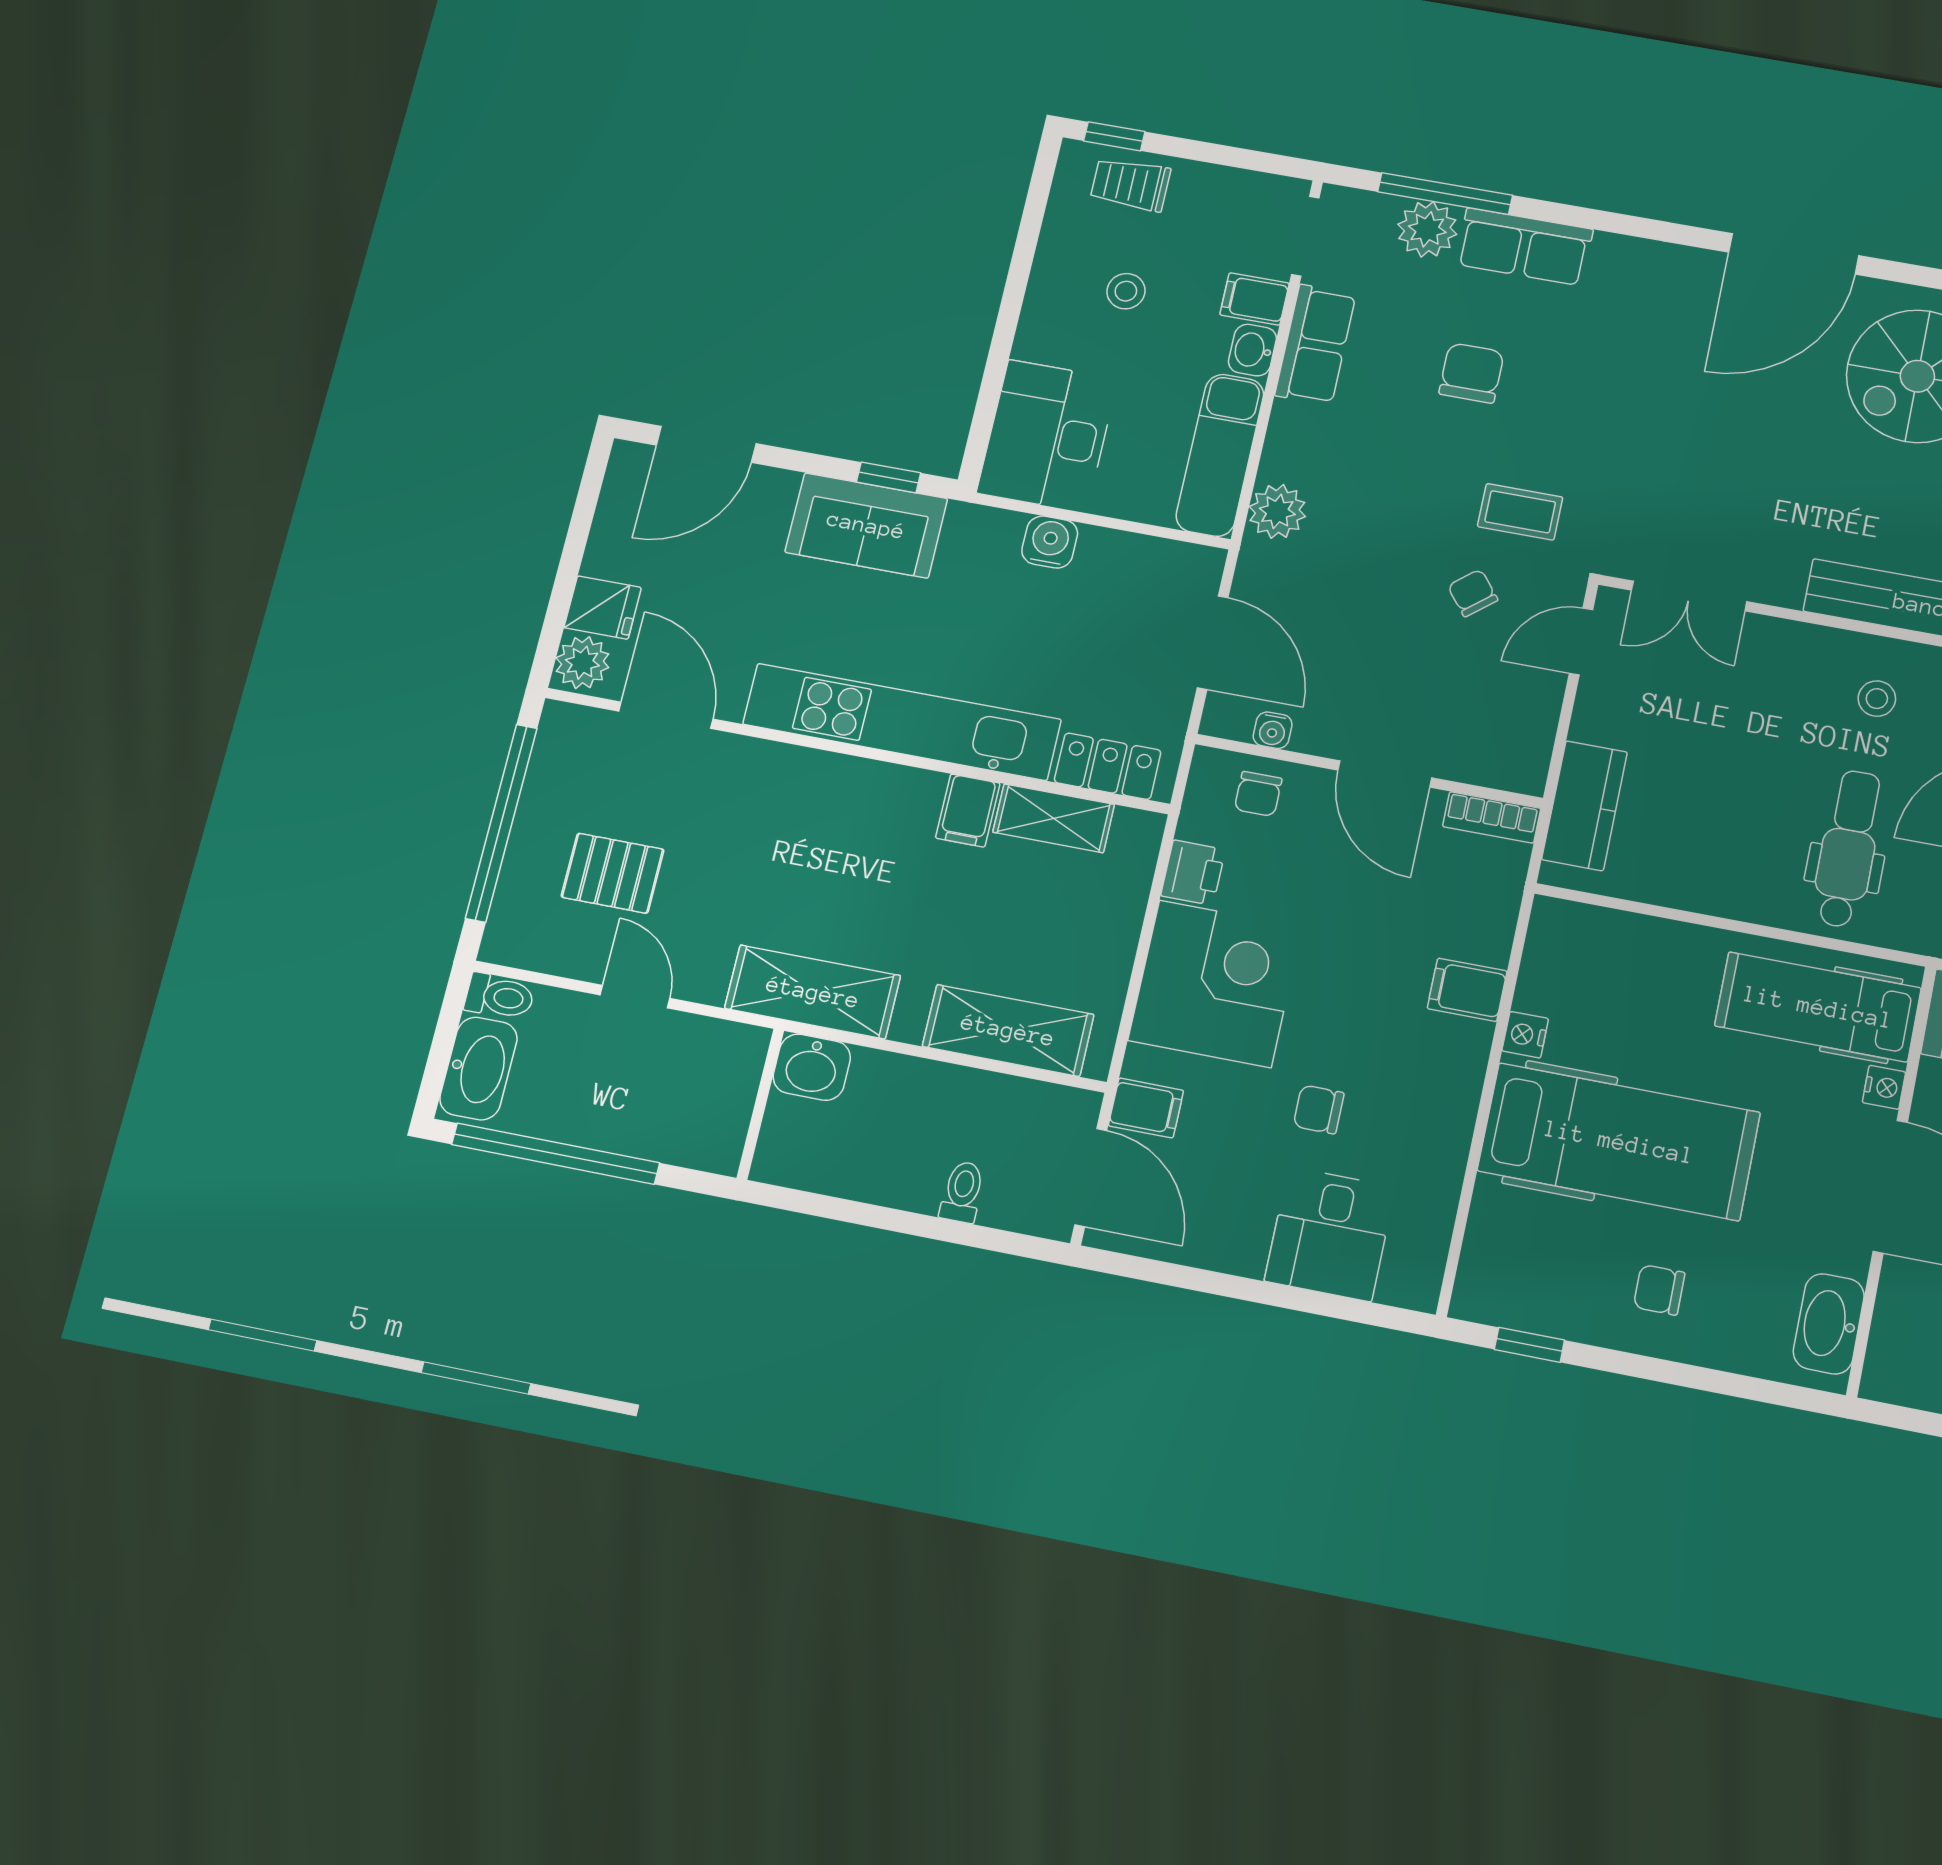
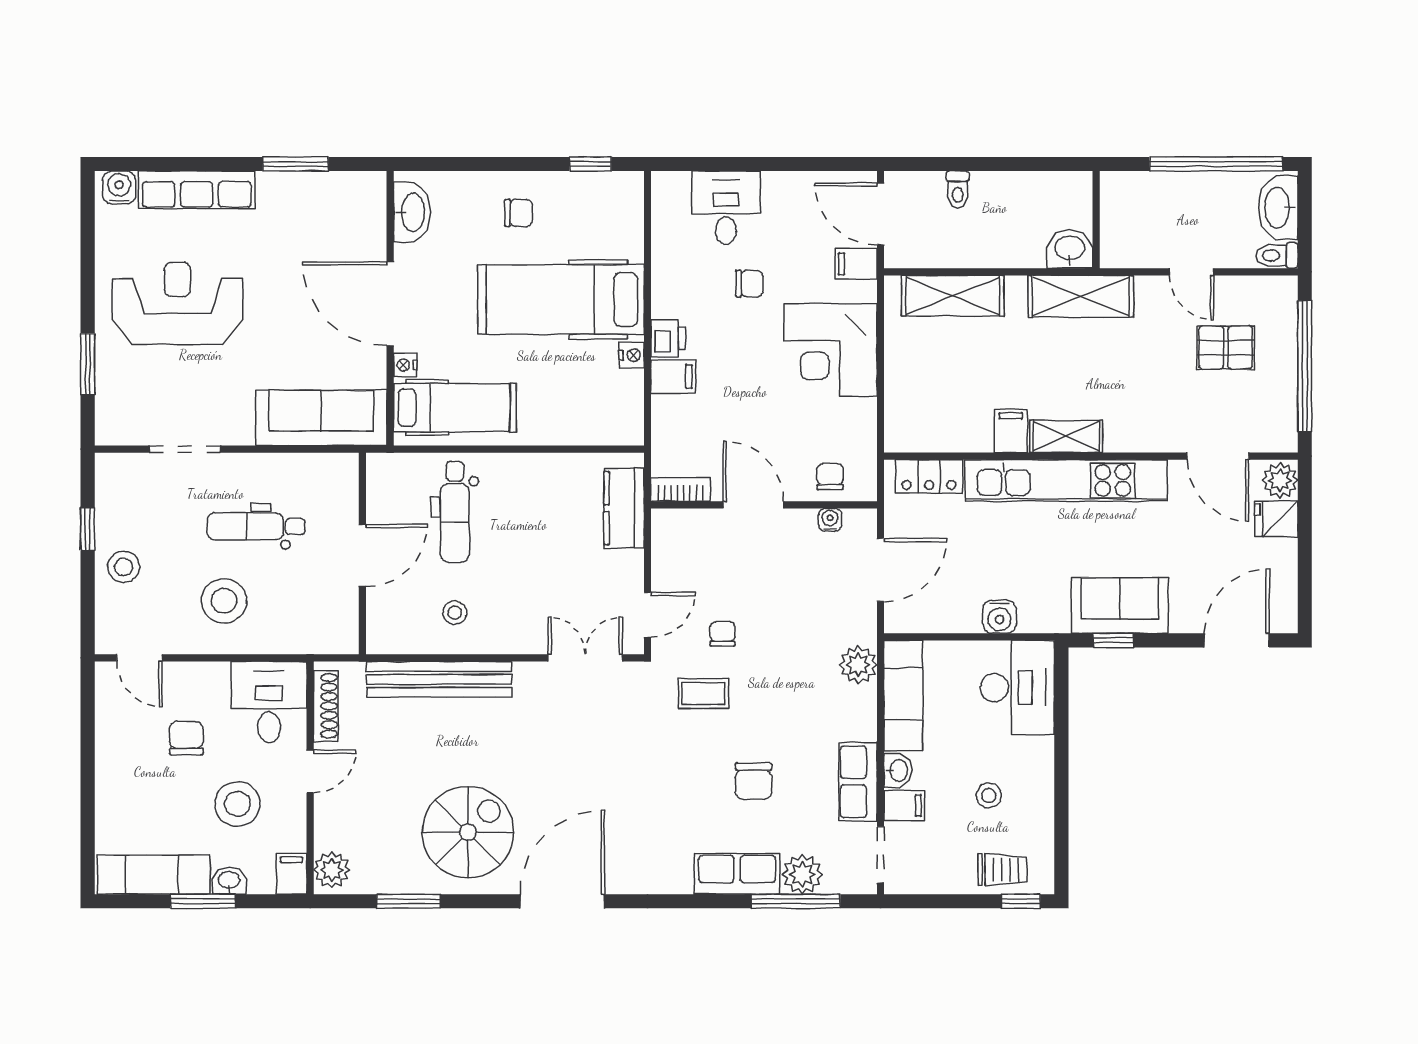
chair: (1473, 593) -> (722, 634), turned -141
door: (1213, 643) -> (881, 570), swing flipped
shelving: (1054, 818) -> (1066, 436), moved
printer: (1193, 873) -> (668, 338), moved, turned 180

